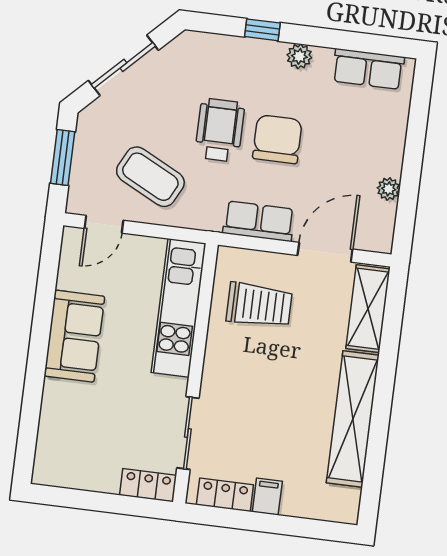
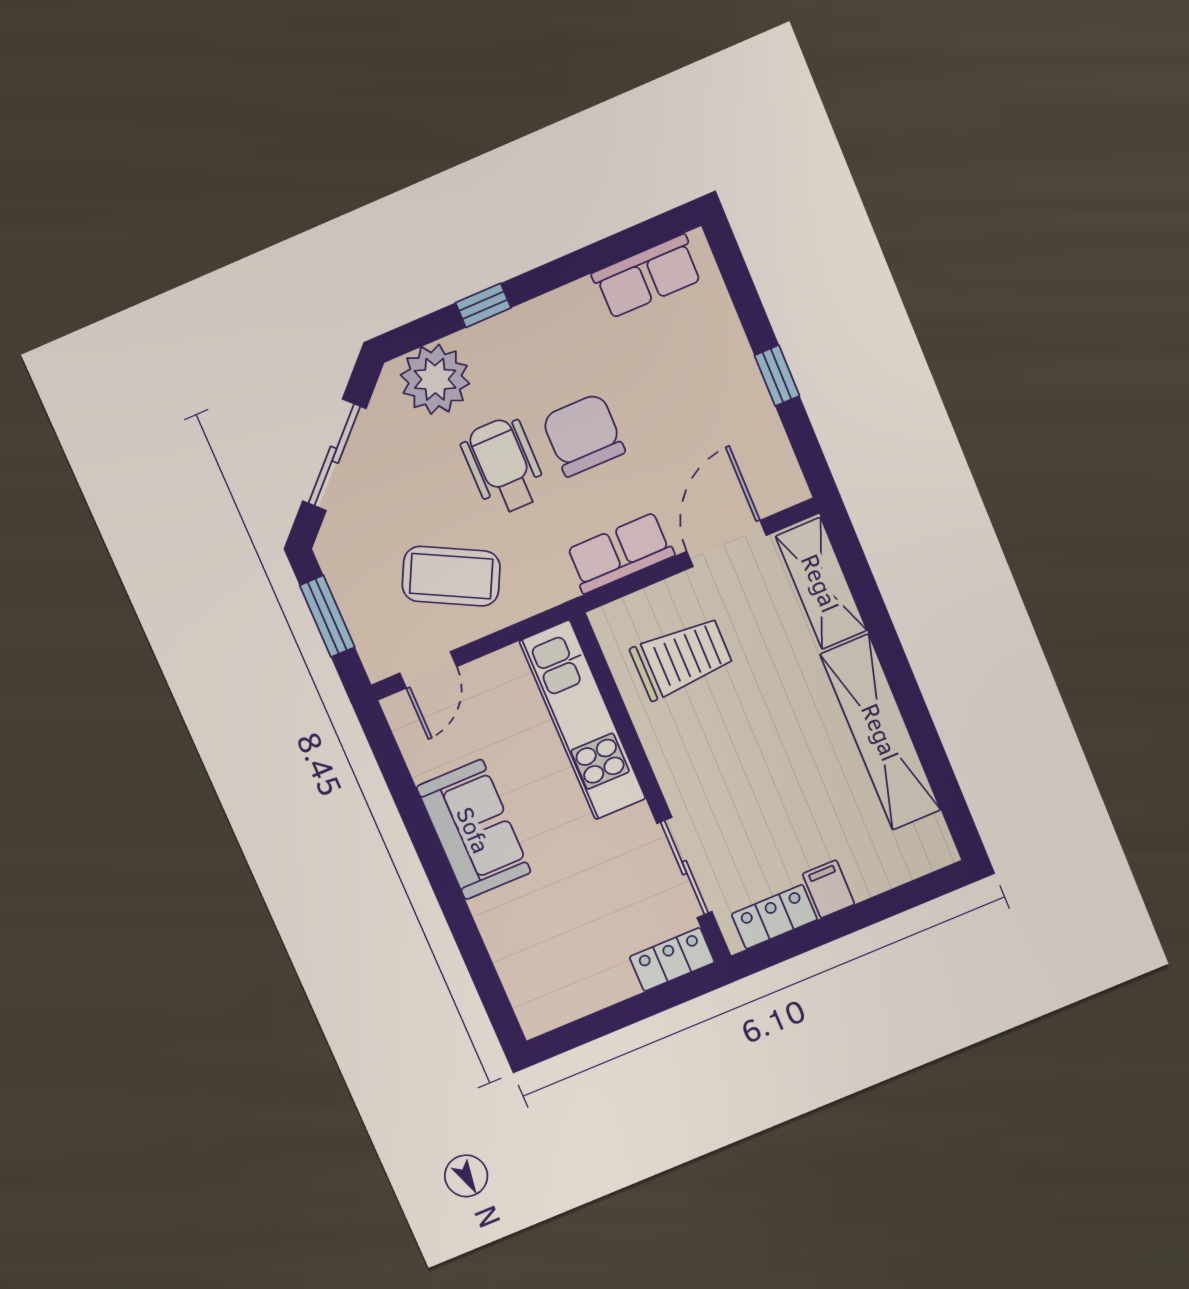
plant: (299, 56) -> (435, 379), moved, width x1.87, depth x1.87
window: (411, 171) -> (777, 376), added
plant: (389, 189) -> (761, 416), removed

